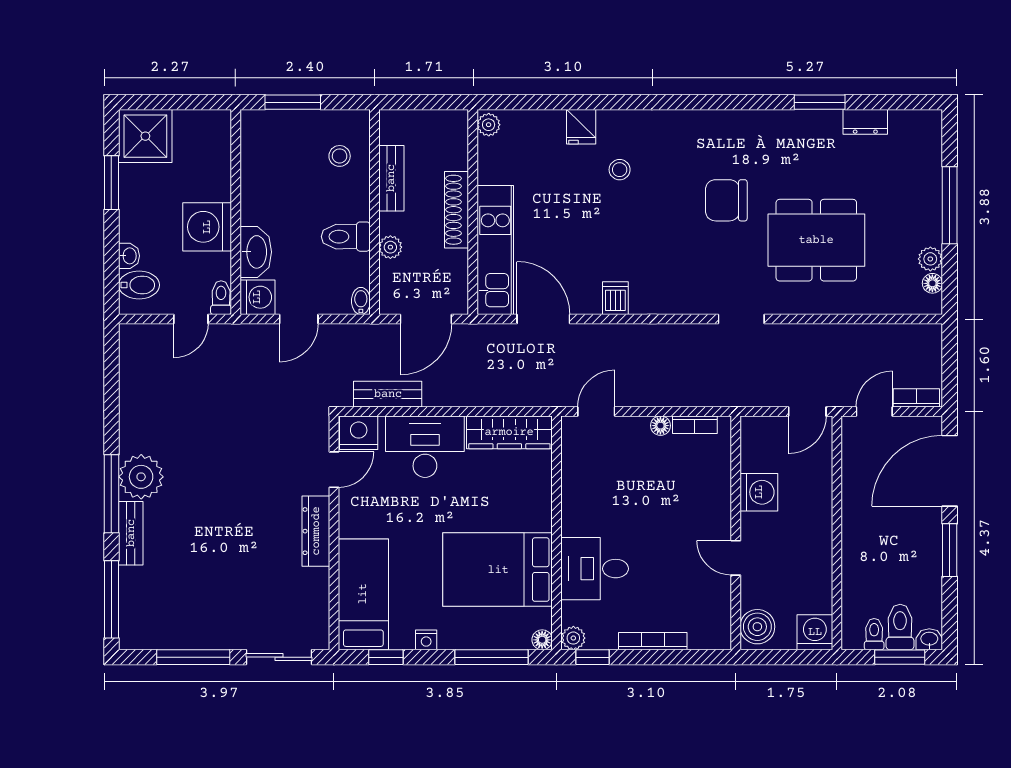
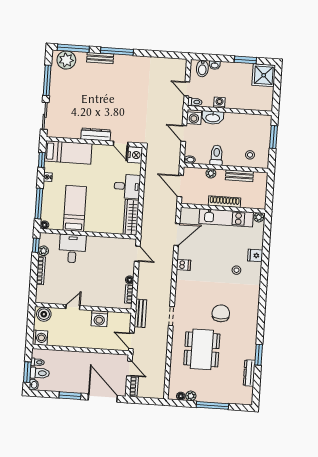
dresser: (865, 122) -> (249, 373), width x1.44
washing machine: (207, 227) -> (219, 103), width x0.53, depth x0.53
kitchen unit: (495, 250) -> (226, 218), moved
bench: (388, 394) -> (140, 313), moved
desk: (425, 447) -> (127, 186), width x0.73
plant: (141, 477) -> (66, 60), moved
bed: (498, 570) -> (75, 208), width x0.67
plant: (573, 638) -> (43, 251), moved

